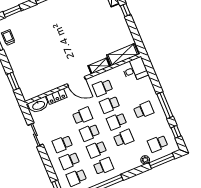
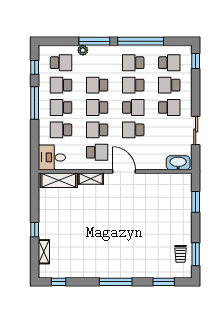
school desk: (137, 93) -> (61, 130), added
locker: (56, 96) -> (154, 164), removed
school desk: (110, 105) -> (97, 130), turned 180
school desk: (117, 121) -> (97, 107), turned 180
school desk: (151, 127) -> (61, 85), added
school desk: (96, 149) -> (133, 85), turned 180
school desk: (69, 161) -> (169, 85), turned 180
window: (162, 161) -> (94, 41), moved

